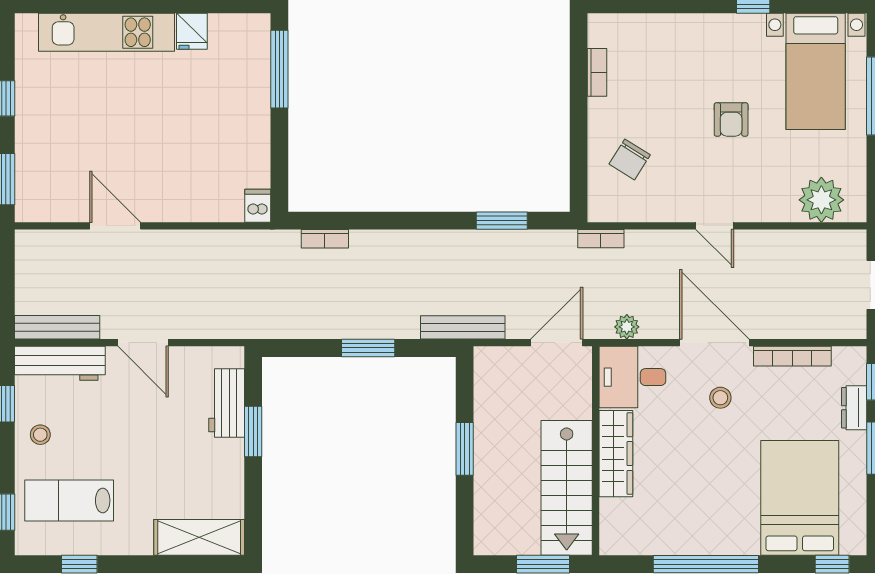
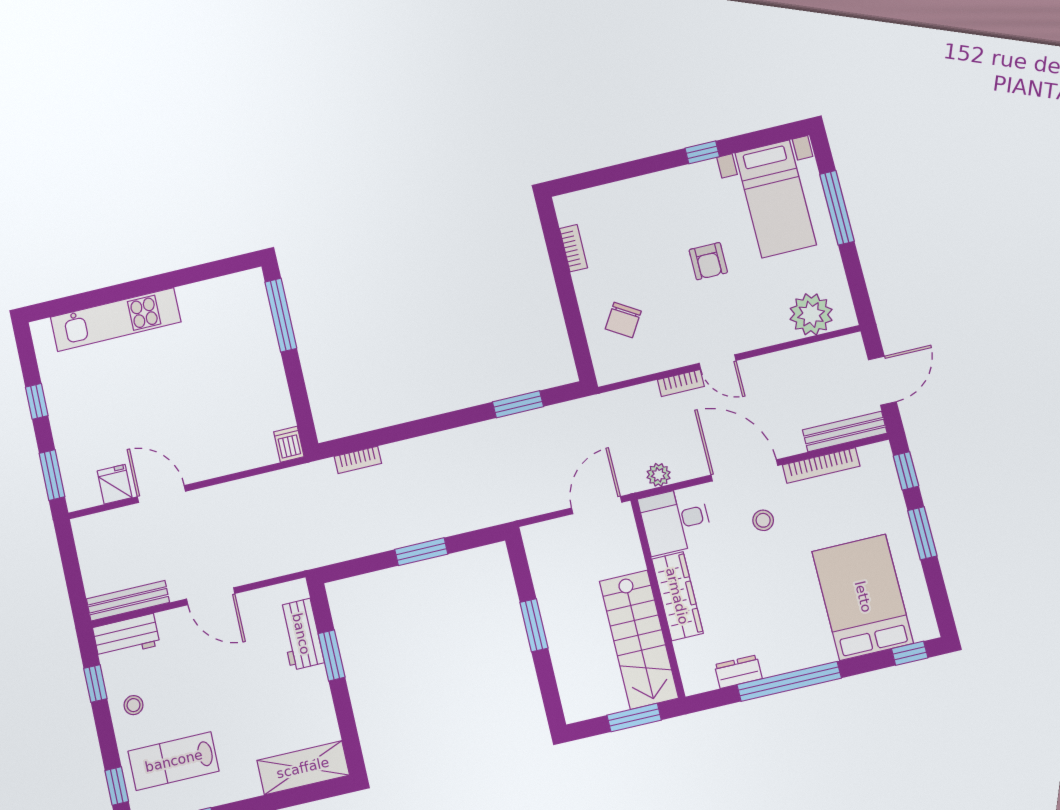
fridge: (192, 31) -> (115, 484), moved, turned 180
bookcase: (601, 239) -> (681, 383), moved
bench: (463, 327) -> (845, 431), moved
workbench: (60, 363) -> (126, 636), width x0.73
dresser: (854, 408) -> (738, 672), moved, turned 90

